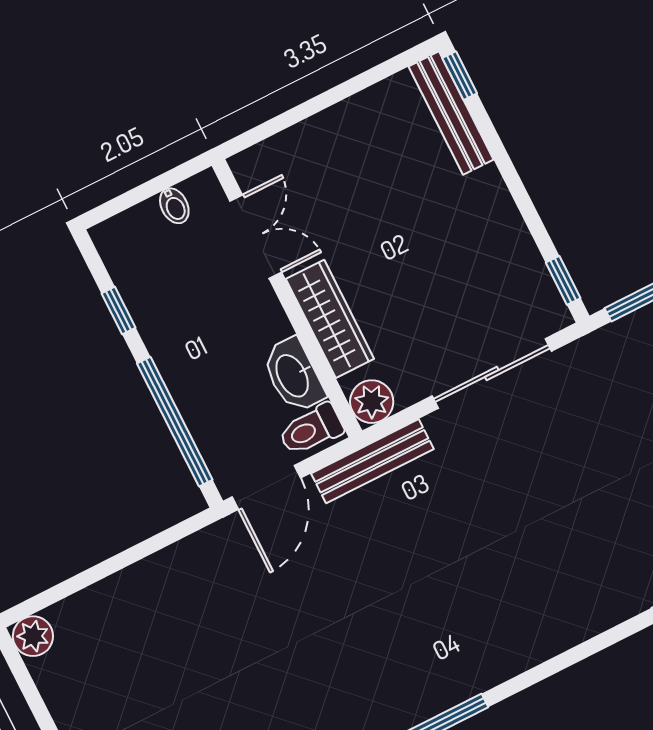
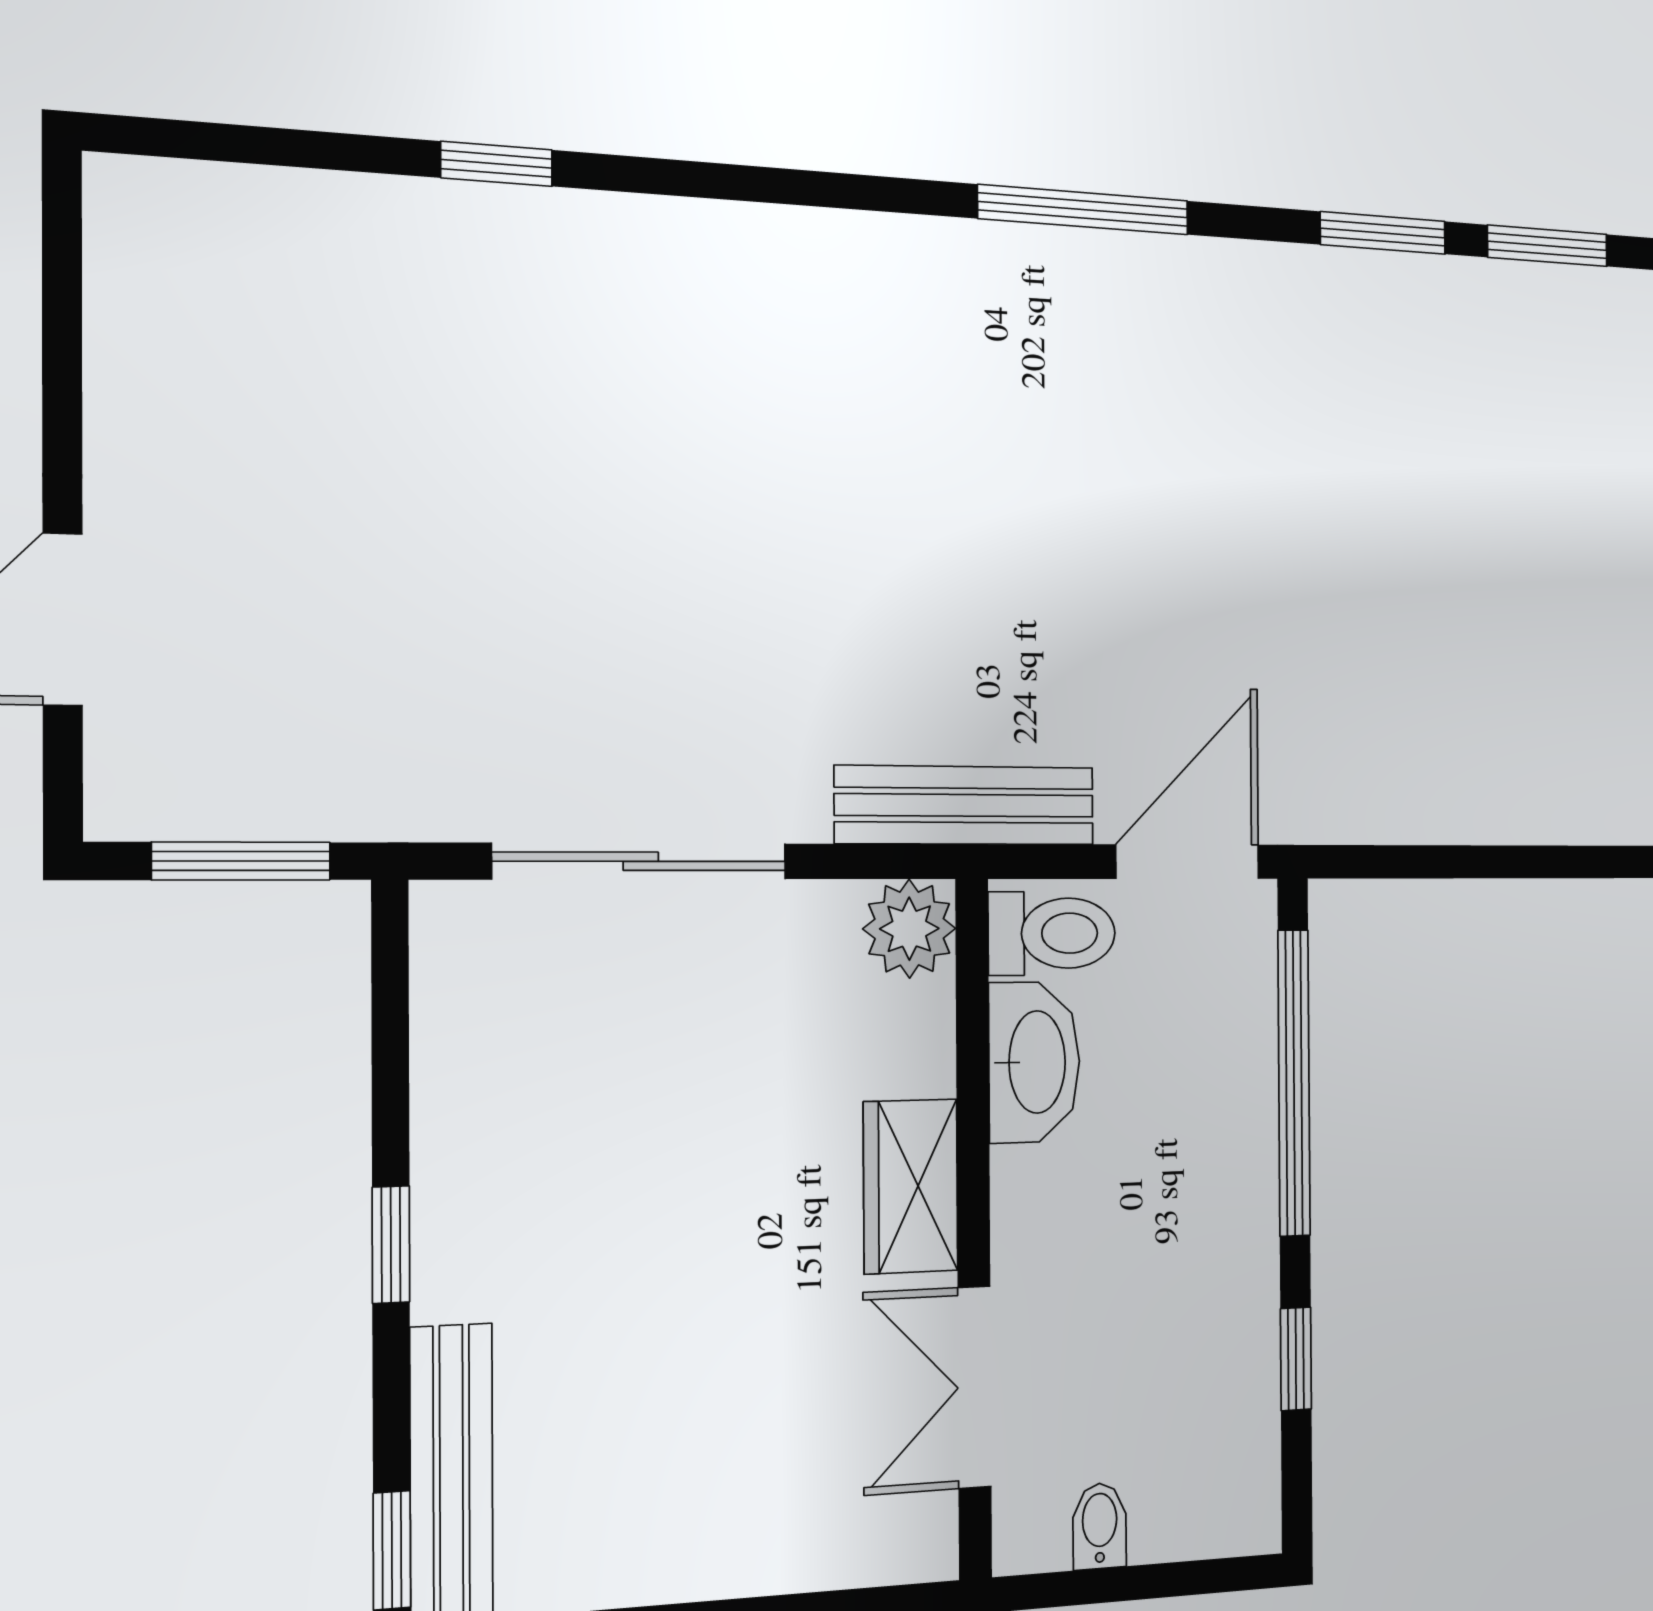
window: (563, 280) -> (391, 1245), moved
wardrobe: (330, 319) -> (911, 1186), width x0.67

